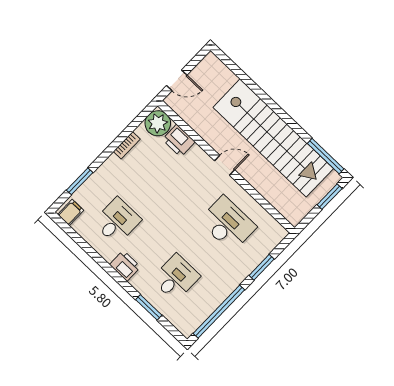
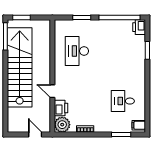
door: (225, 165) -> (52, 91), moved
printer: (125, 266) -> (139, 27), moved
desk: (176, 278) -> (123, 51), removed

